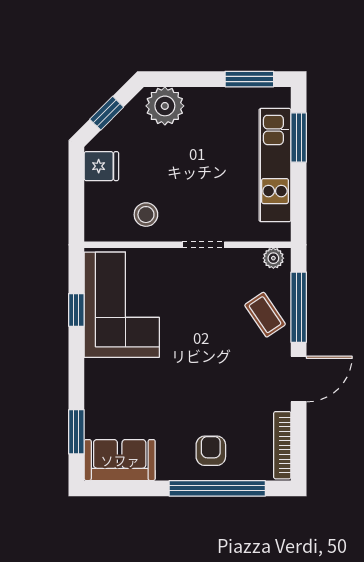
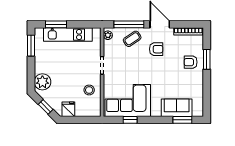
armchair: (241, 371) -> (156, 49), added
sofa: (120, 460) -> (177, 108), moved, turned 90
window: (217, 488) -> (207, 59), width x0.47

